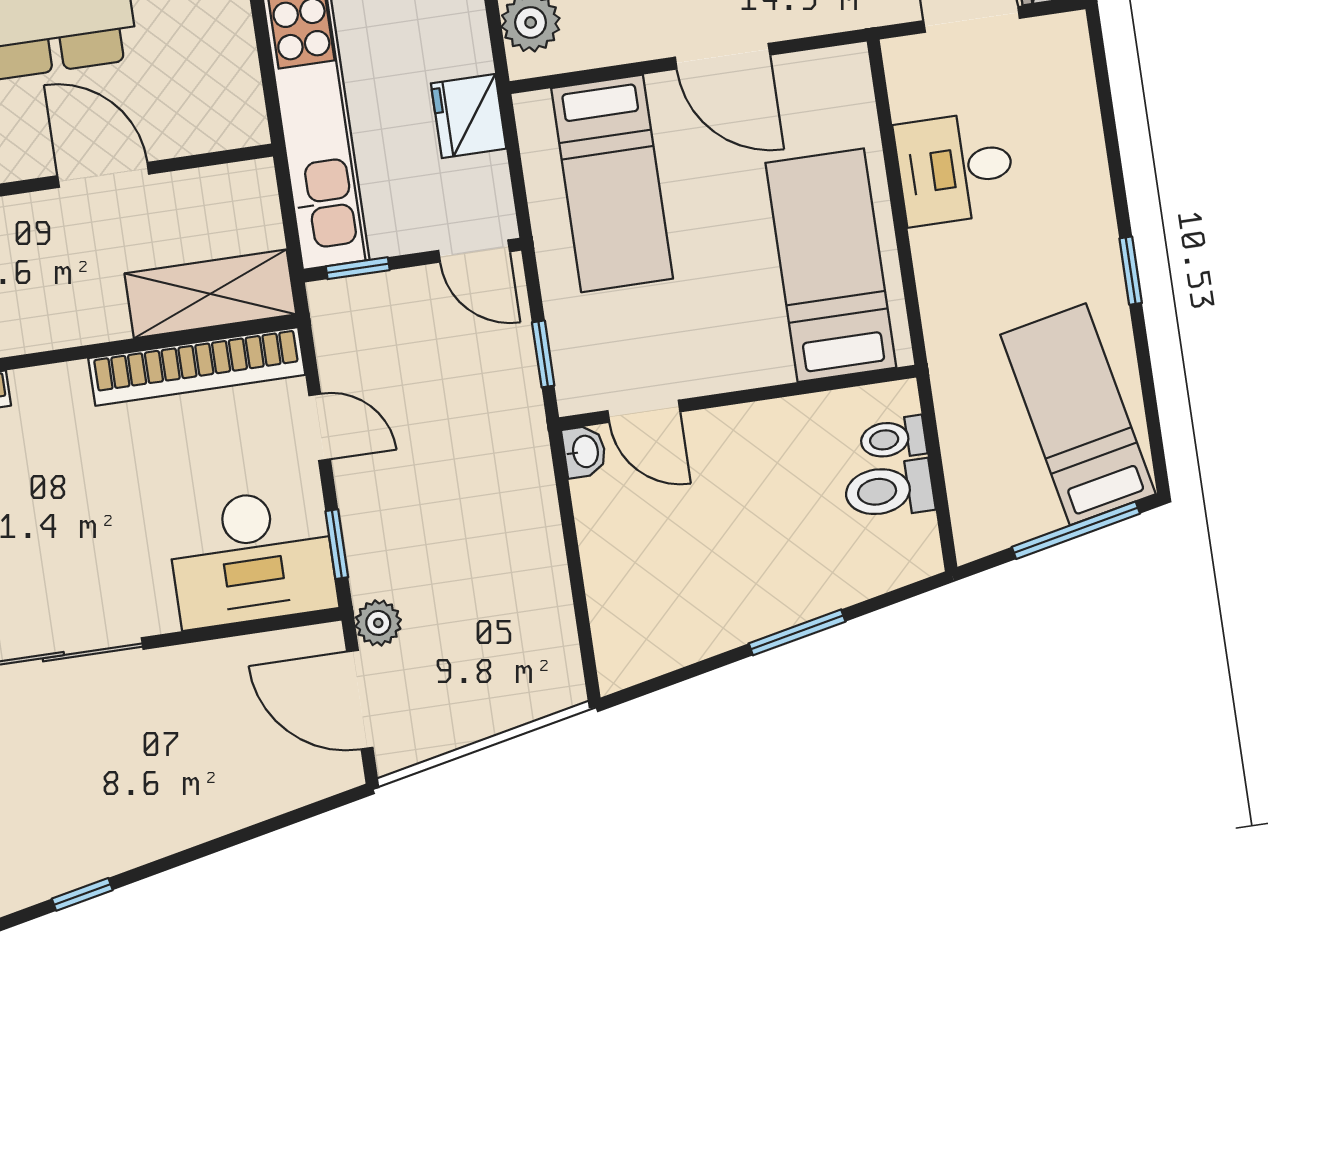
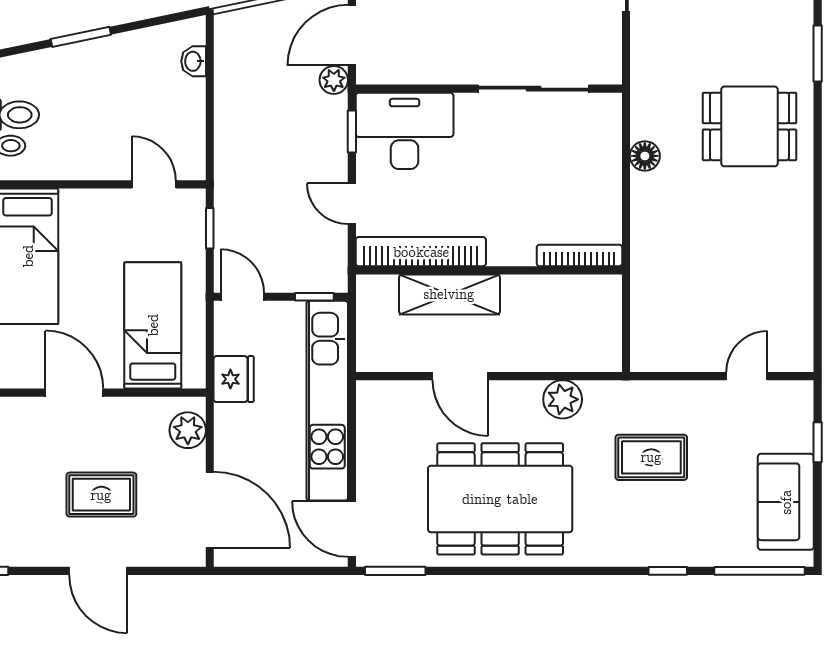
shelving: (210, 294) -> (449, 294), moved
washbasin: (584, 452) -> (194, 61), moved
door: (360, 700) -> (352, 35), swing flipped

